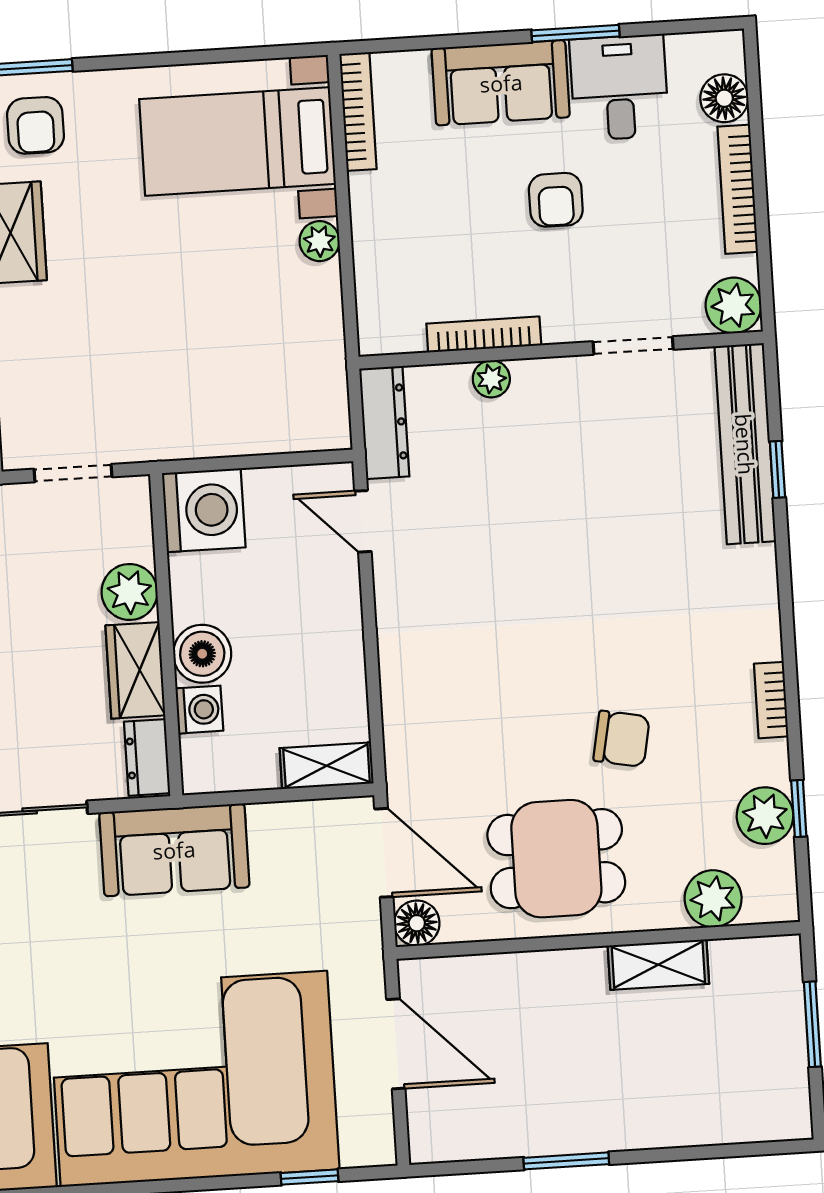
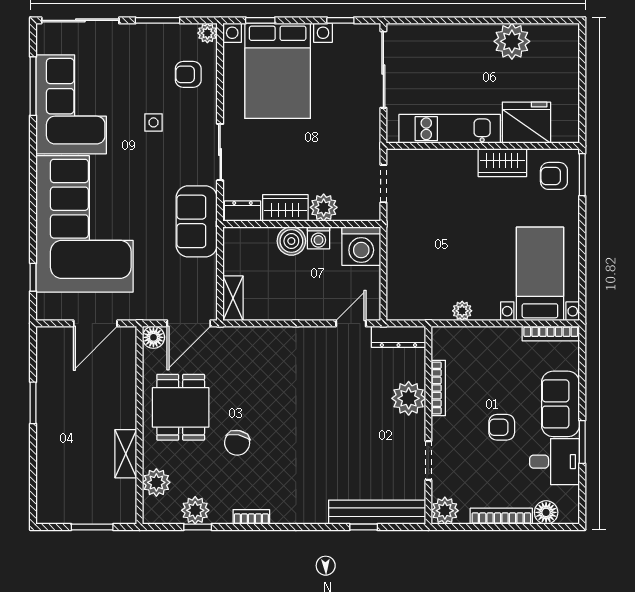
plant: (319, 241) -> (462, 311), moved
plant: (491, 379) -> (409, 398), width x1.87, depth x1.87
washing machine: (199, 710) -> (318, 238), moved

